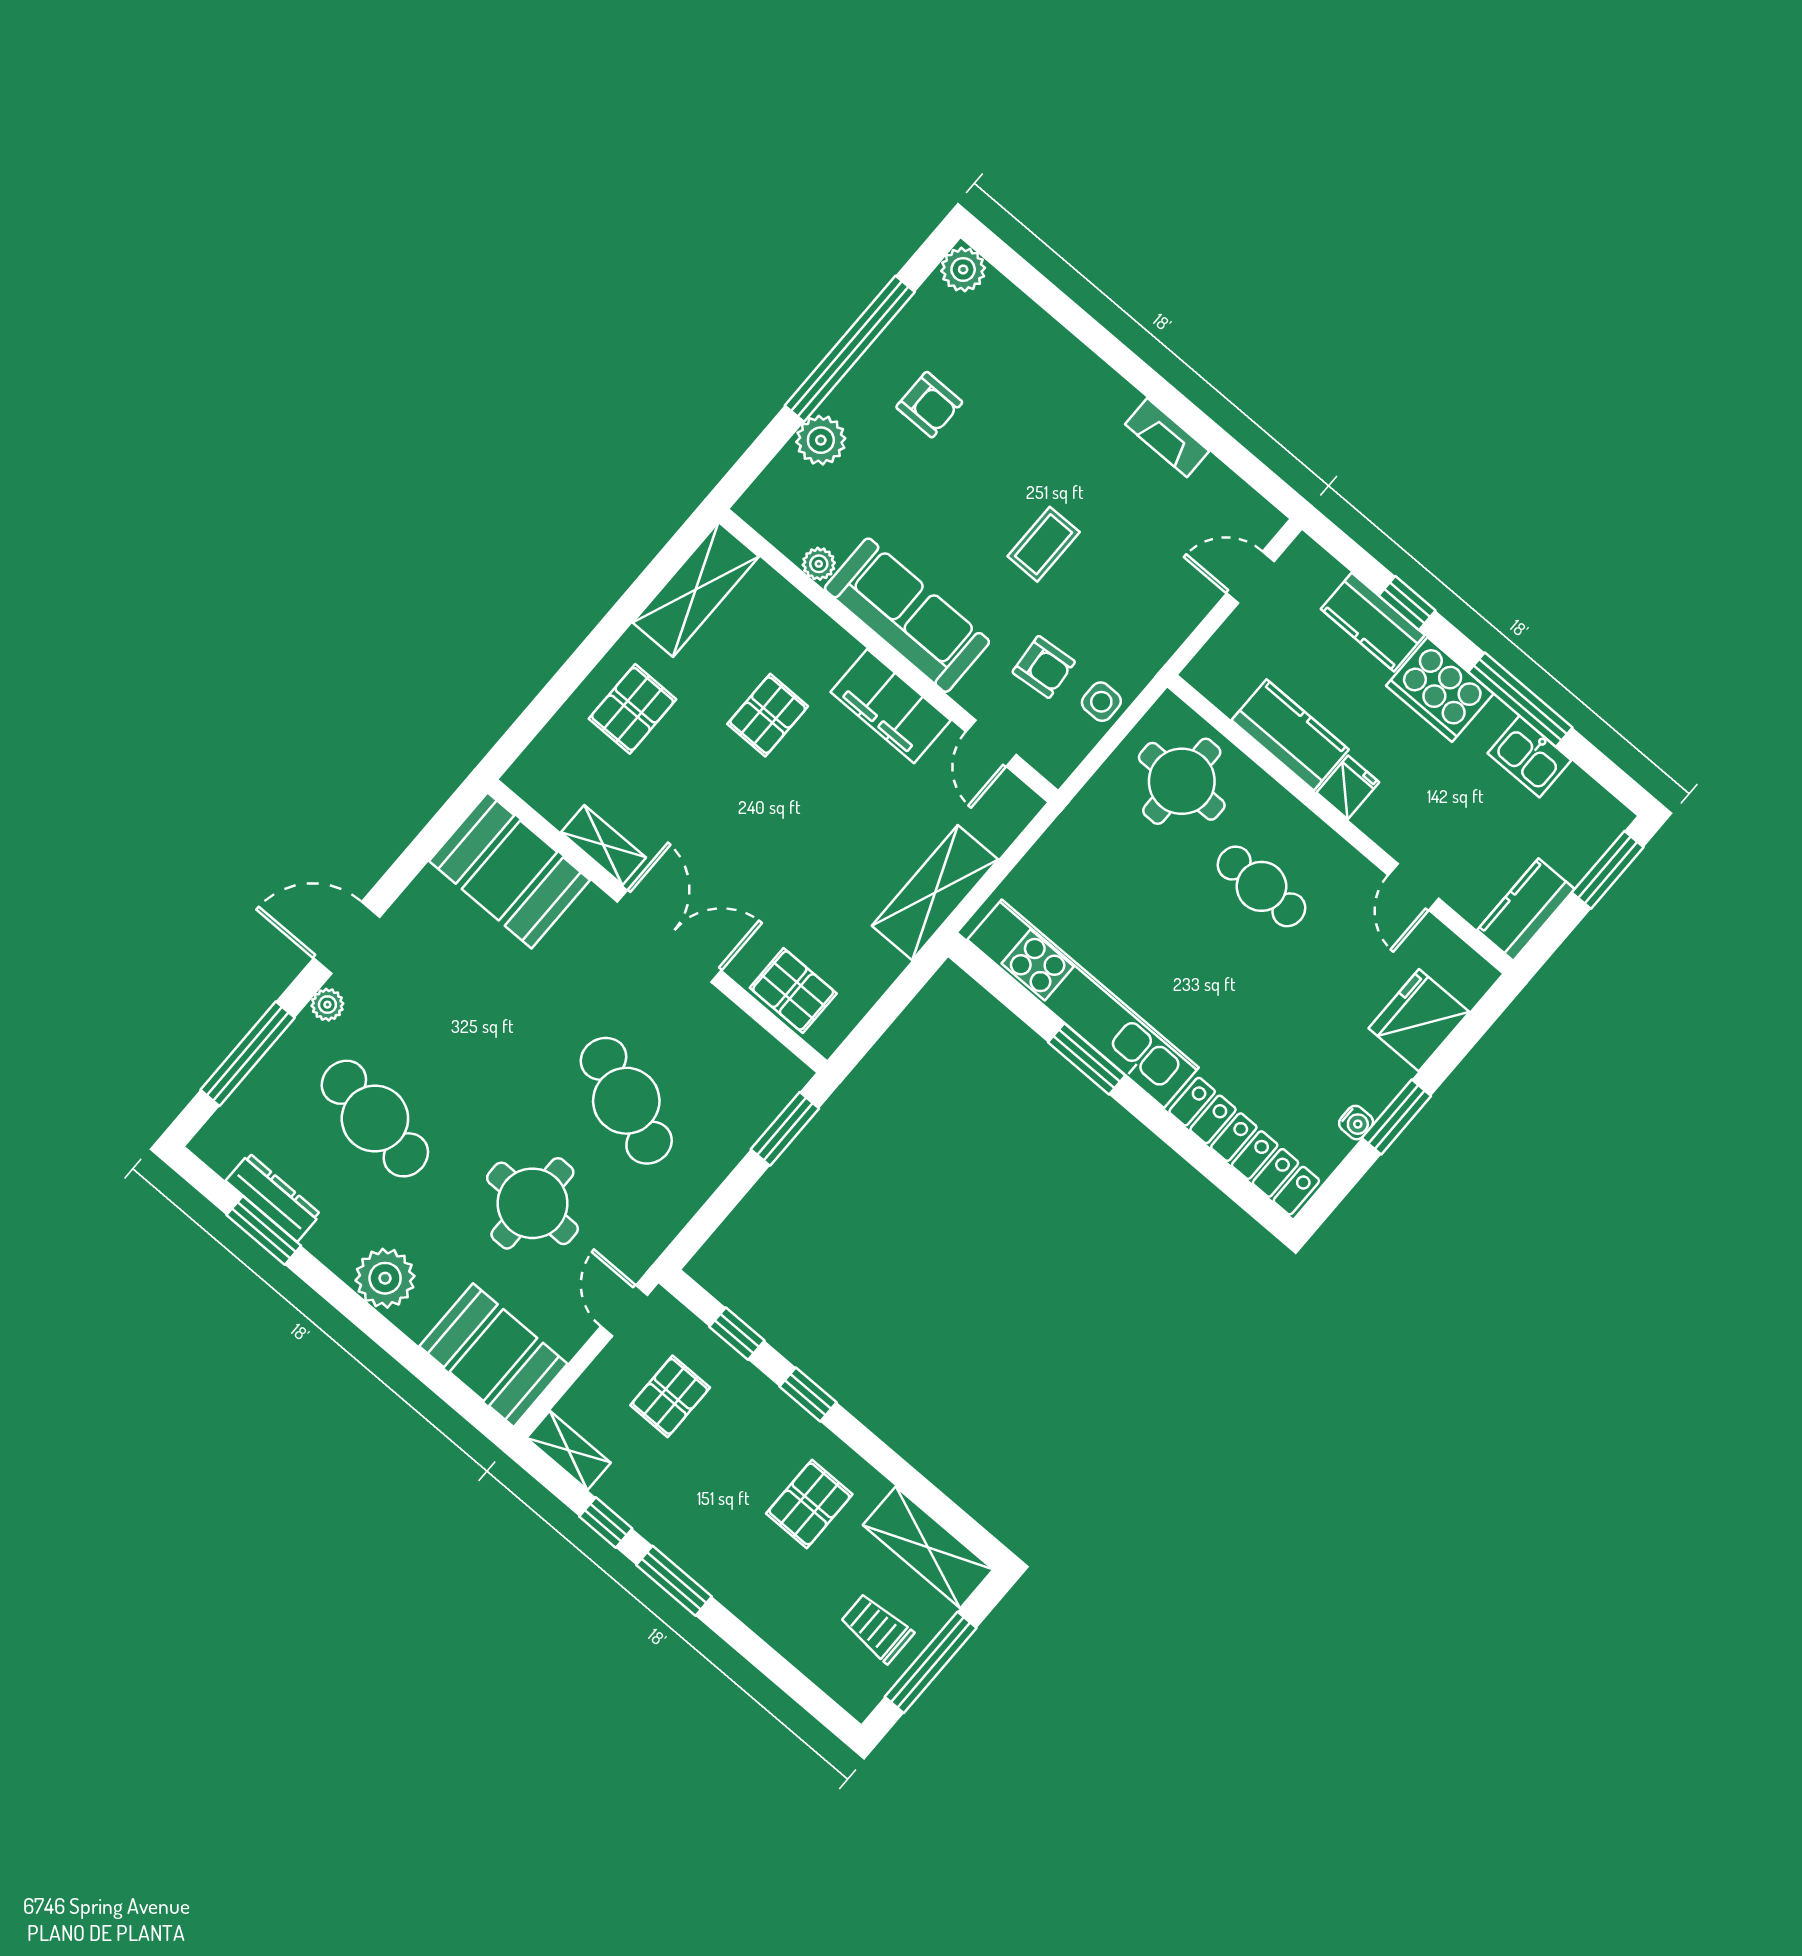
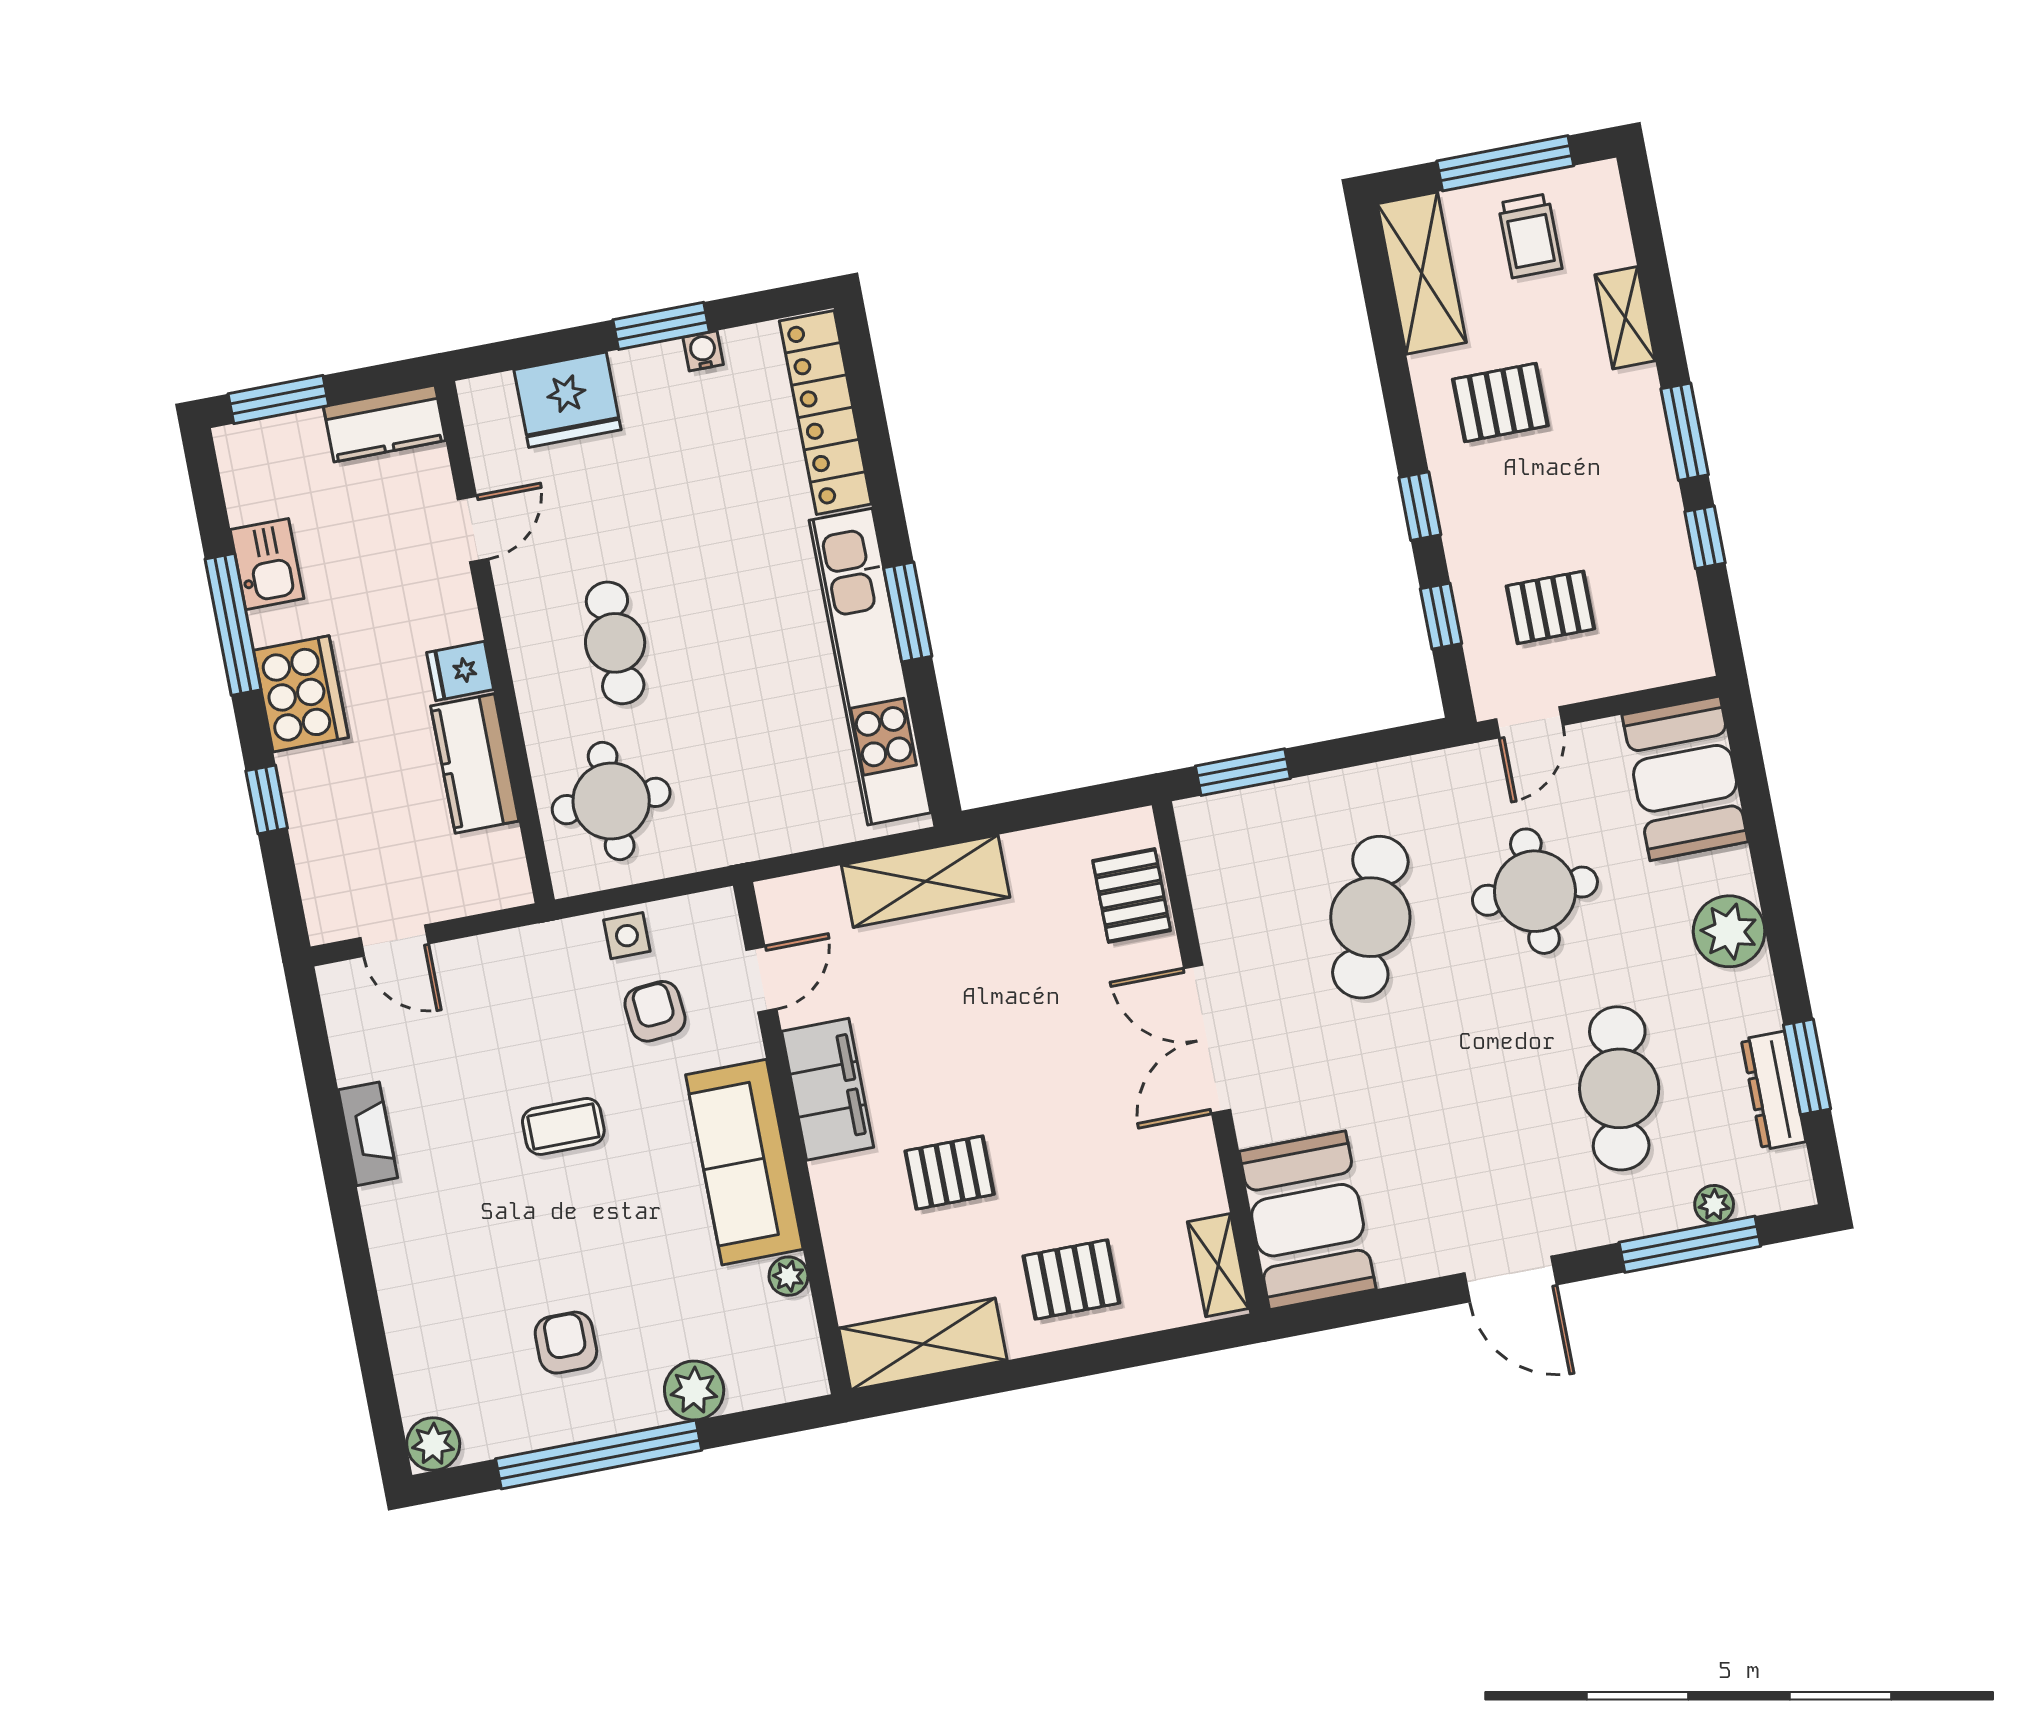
kitchen counter: (1373, 622) -> (313, 807), removed
shelving: (603, 845) -> (1218, 1265), moved
plant: (327, 1005) -> (1714, 1205), moved
shelving: (569, 1450) -> (1625, 318), moved

